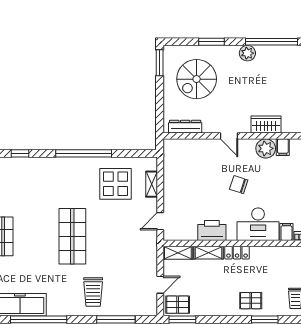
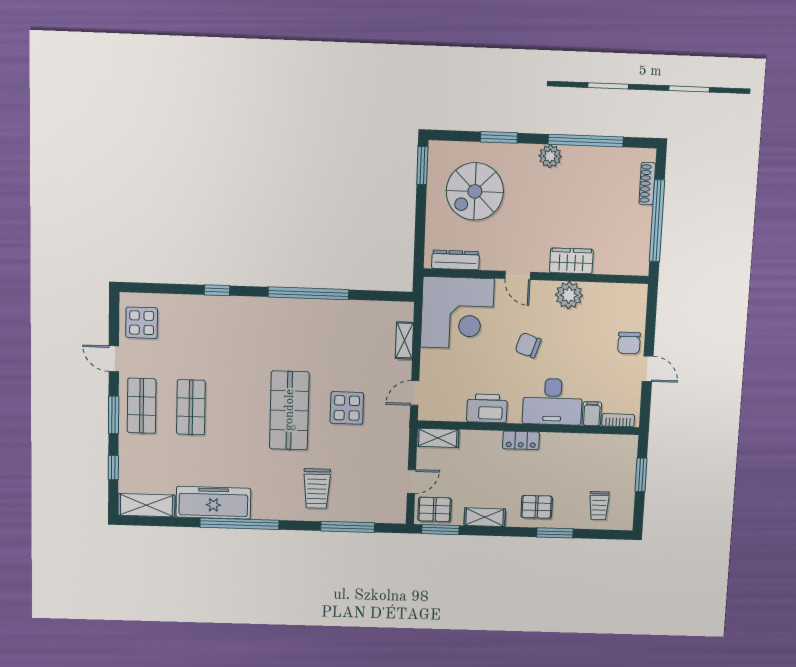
filing cabinet: (283, 147) -> (594, 294), removed
corner desk: (188, 164) -> (457, 313), added
display table: (116, 184) -> (347, 408), moved, width x0.73, depth x0.73
shelving: (209, 253) -> (485, 517), moved

